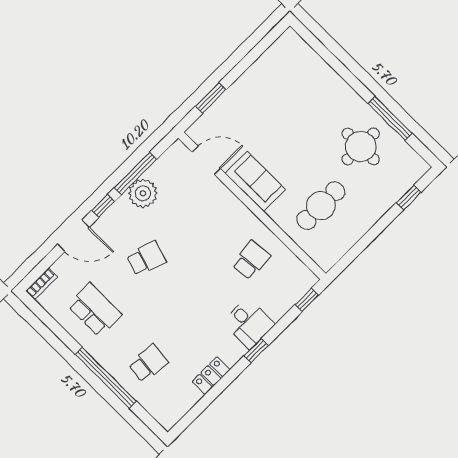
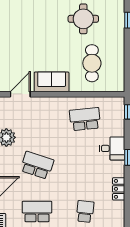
school desk: (146, 258) -> (37, 165), width x1.85
school desk: (251, 260) -> (85, 119), width x1.85

